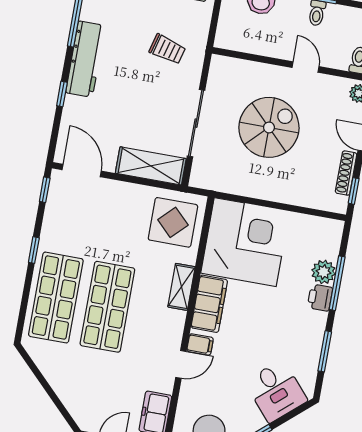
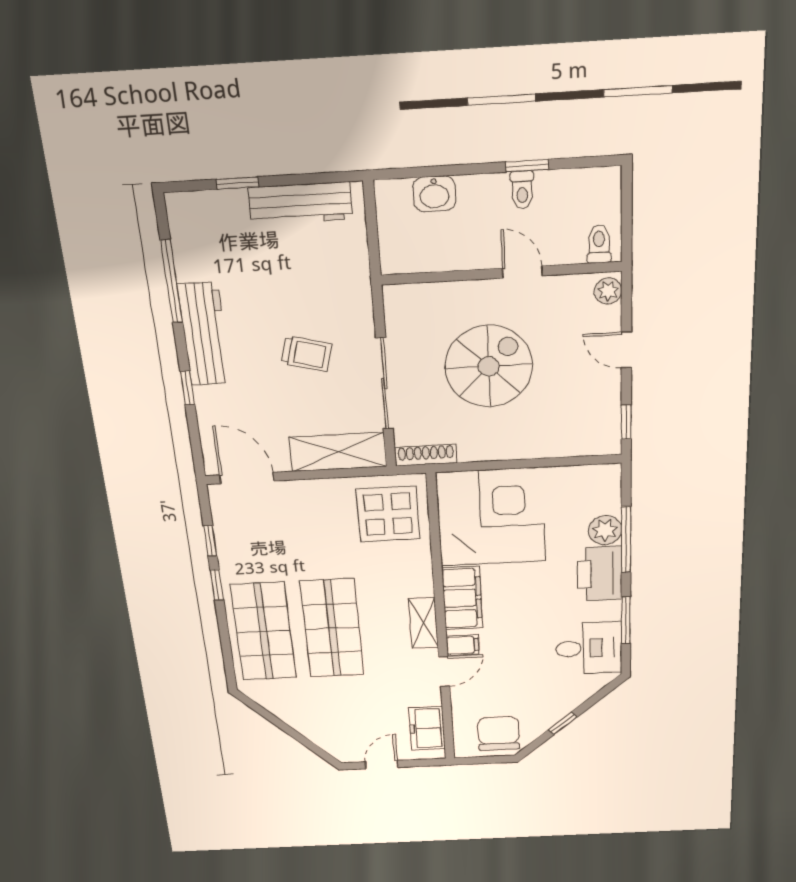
trolley: (167, 49) -> (307, 354), moved
shoe rack: (346, 173) -> (426, 455), moved, turned 90
window: (45, 190) -> (210, 541), moved
shelving: (181, 287) -> (423, 623), moved
printer: (320, 298) -> (600, 574), width x1.87, depth x1.48
desk: (276, 391) -> (589, 648), moved, turned -49

